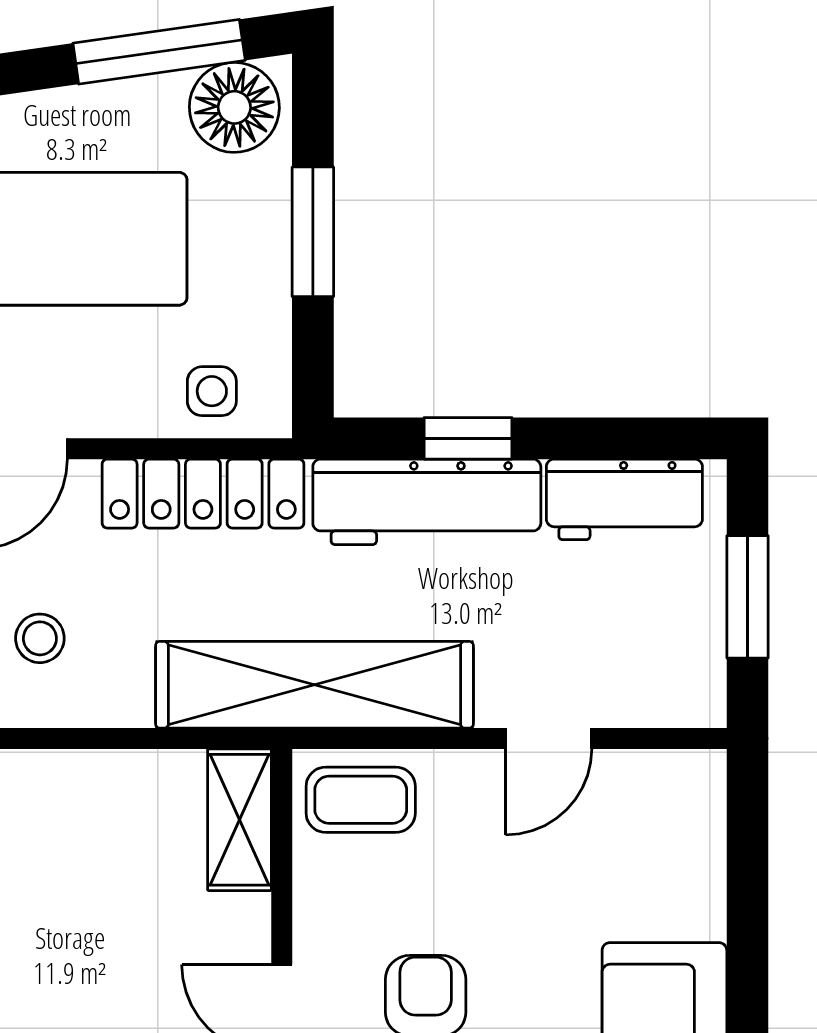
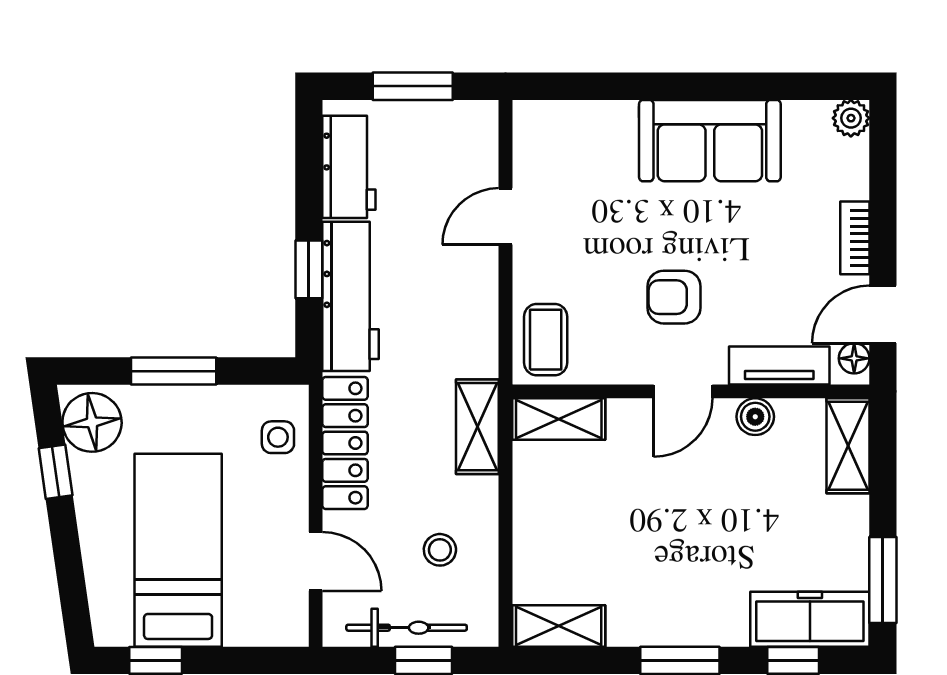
window: (159, 52) -> (56, 472), width x0.46
shelving: (314, 685) -> (477, 427), width x0.45, depth x0.75
door: (549, 738) -> (505, 216), swing flipped

